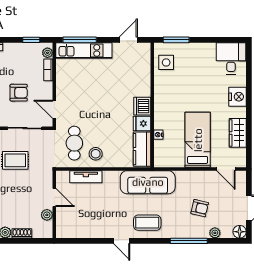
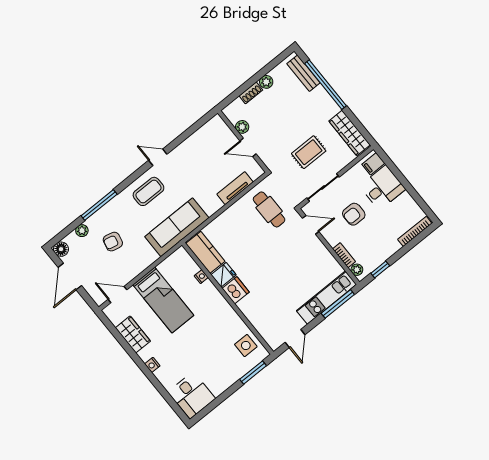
nightstand: (237, 97) -> (152, 365), width x0.53, depth x0.56
stool: (96, 154) -> (243, 215), removed

